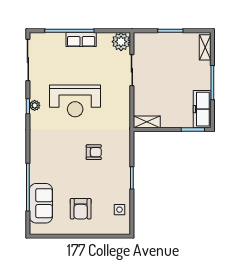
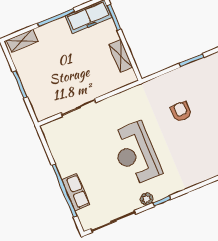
row of seats: (81, 40) -> (76, 192), moved
plant: (121, 42) -> (53, 132), removed
reception desk: (75, 101) -> (136, 154), turned 180
plant: (35, 105) -> (147, 199), moved
shelving: (147, 122) -> (121, 56), moved

